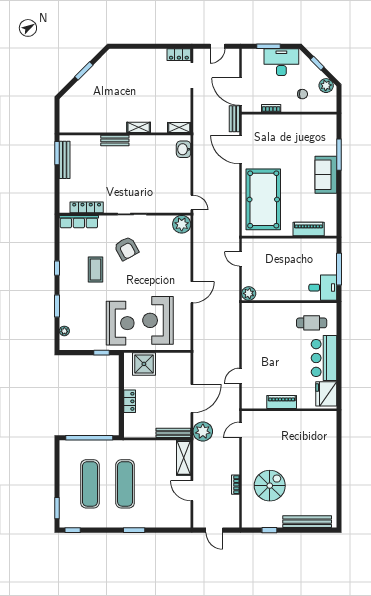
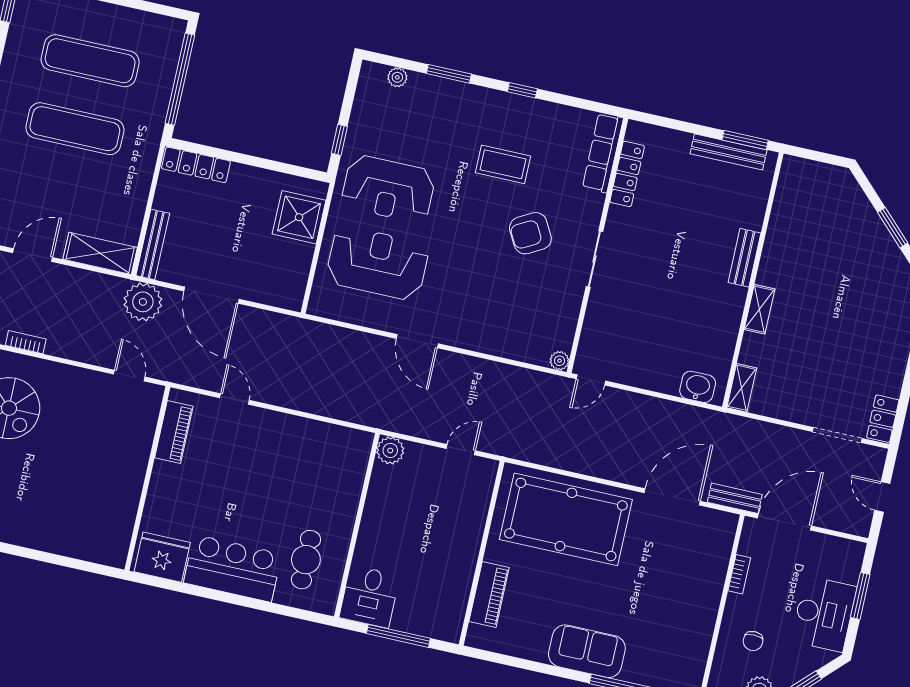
plant: (182, 224) -> (560, 361), width x0.53, depth x0.53
locker: (130, 401) -> (196, 165), moved, width x1.53
piano: (282, 402) -> (174, 432), moved

